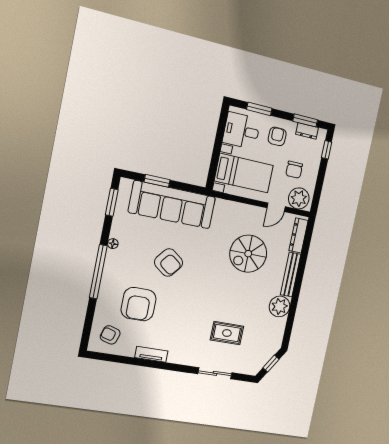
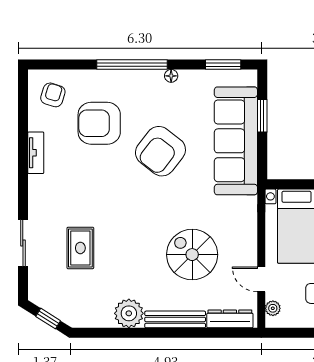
plant: (299, 198) -> (273, 308), width x0.53, depth x0.53
armchair: (169, 263) -> (160, 151), width x1.36, depth x1.36

